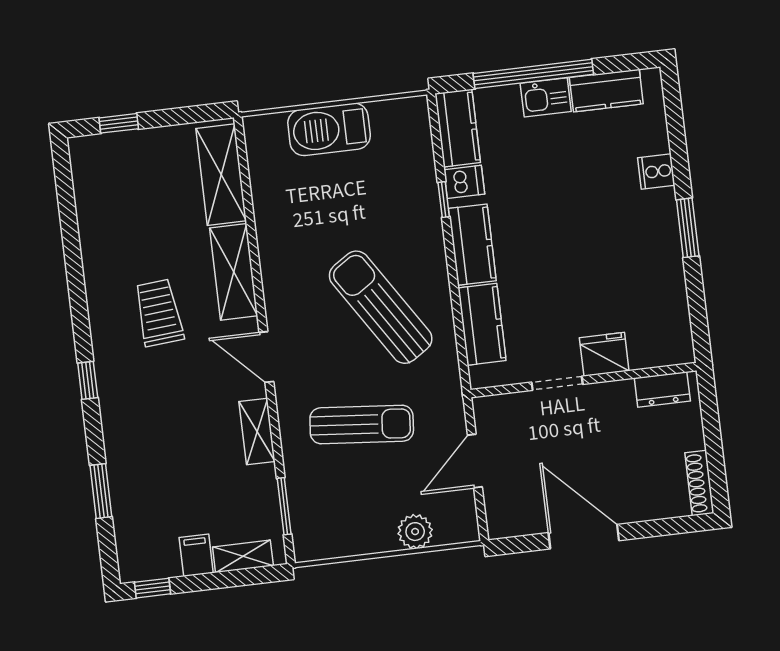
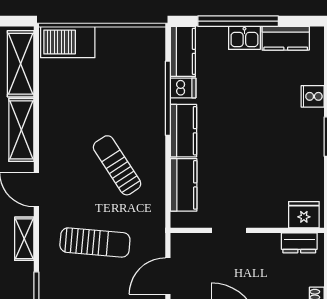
barbecue: (329, 129) -> (68, 42), moved
window: (444, 200) -> (168, 98), width x3.17
sun lounger: (381, 307) -> (117, 165), width x0.73, depth x0.75
fridge: (604, 354) -> (304, 215), moved

